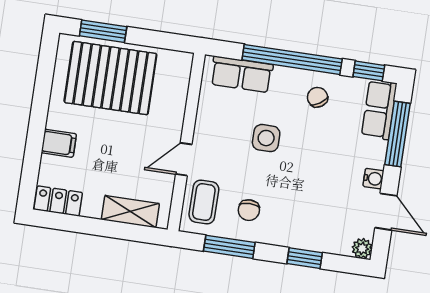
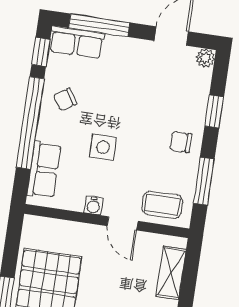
water cooler: (373, 179) -> (93, 205), moved, turned 180
chair: (249, 210) -> (181, 142), moved, turned 180

